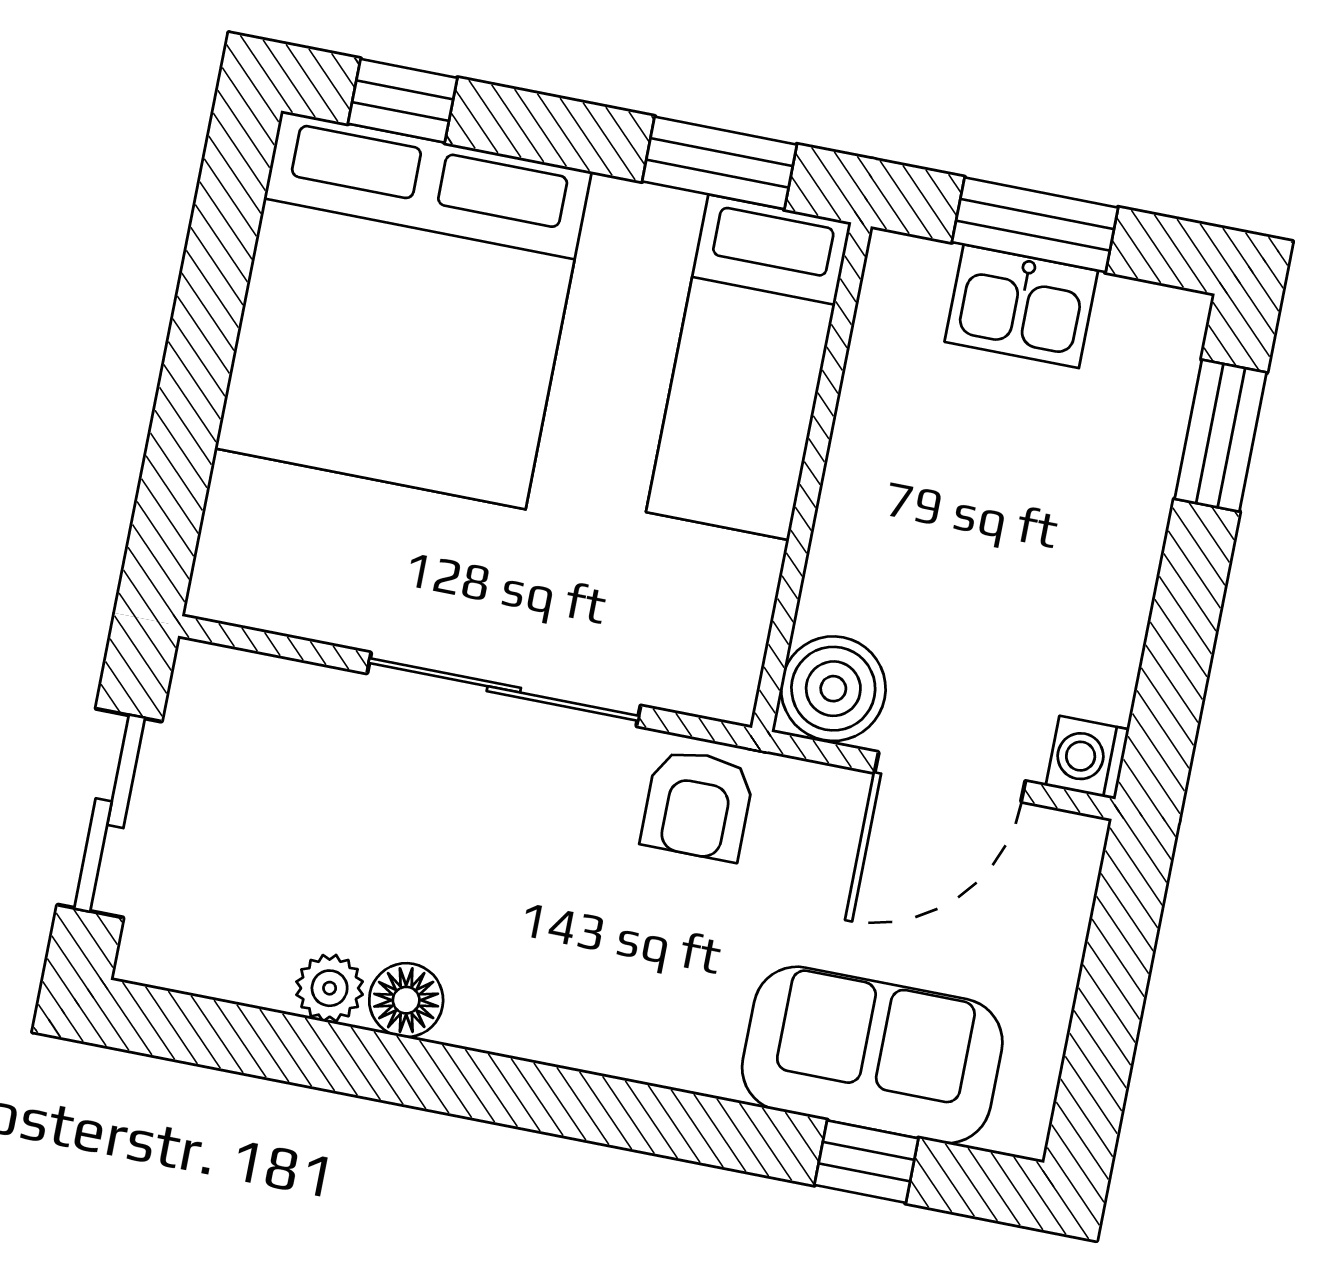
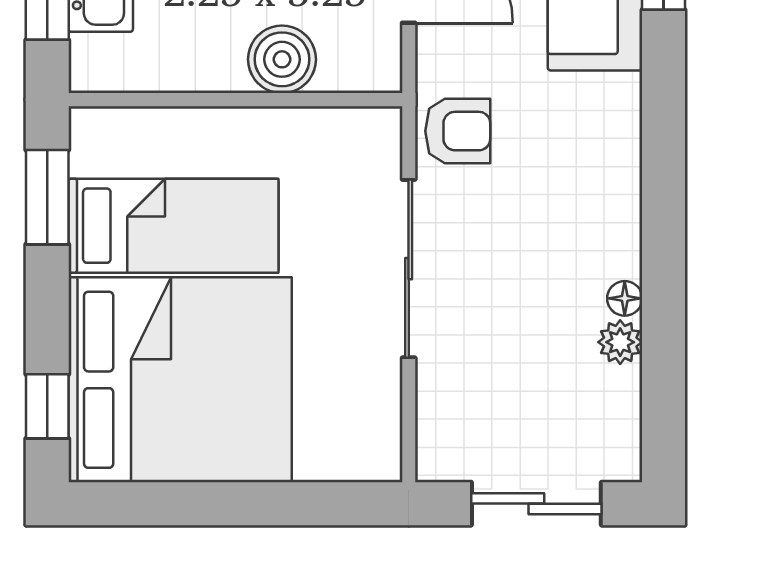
bed: (749, 367) -> (173, 226), moved
boiler: (833, 689) -> (282, 59), moved
floor lamp: (406, 1000) -> (625, 298), width x0.73, depth x0.73

